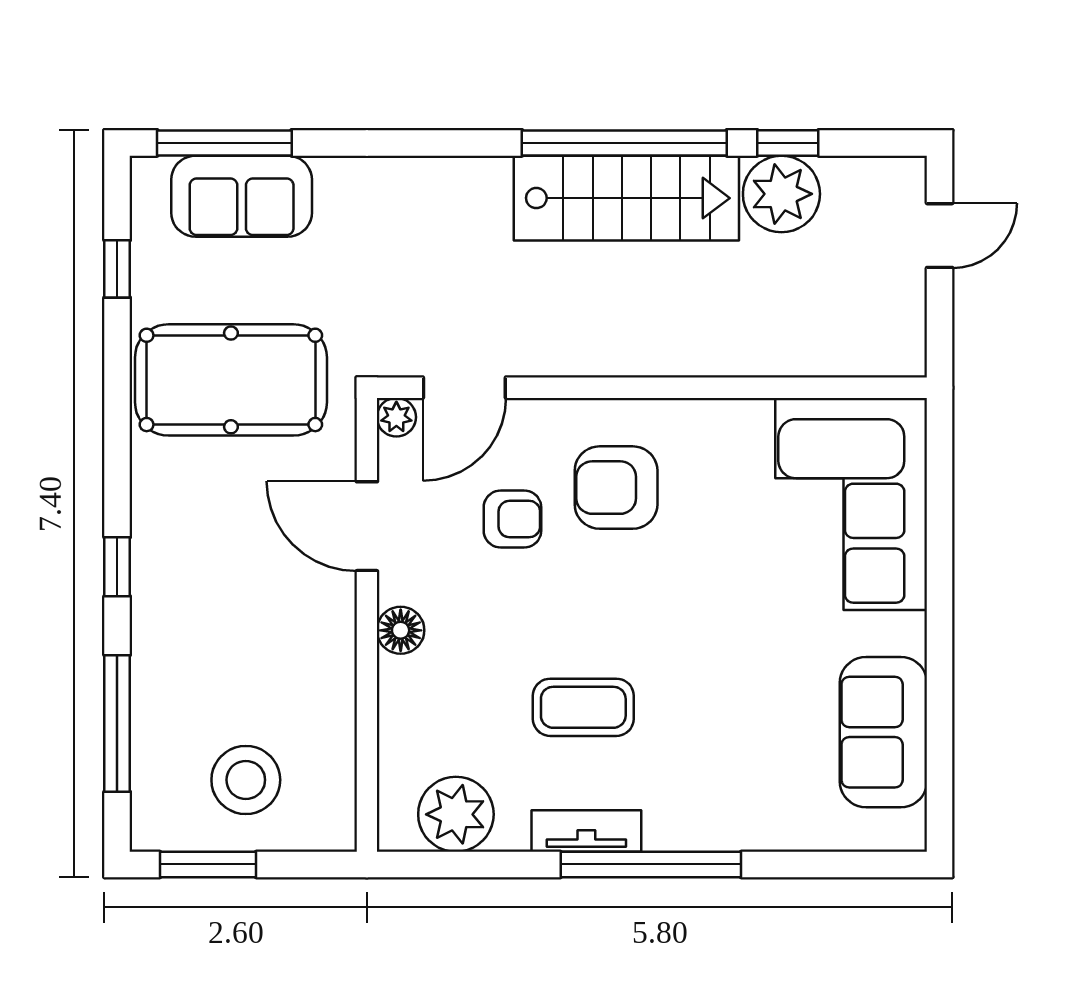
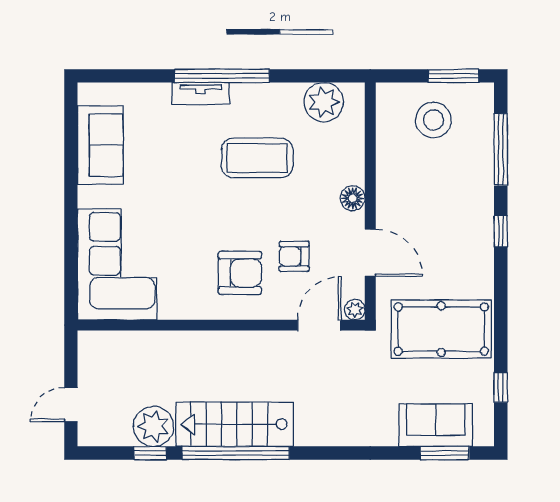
window: (224, 143) -> (445, 453), width x0.69
coffee table: (583, 707) -> (257, 158), width x1.36, depth x1.32
tv unit: (586, 831) -> (201, 93), moved

